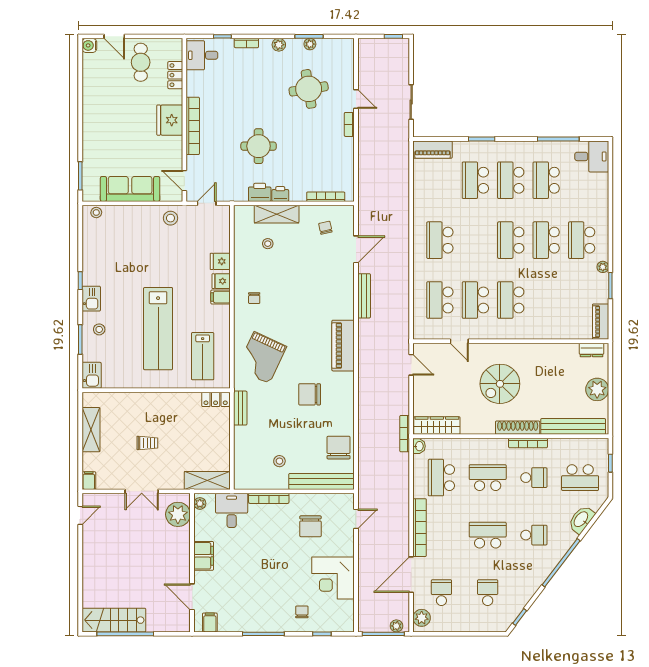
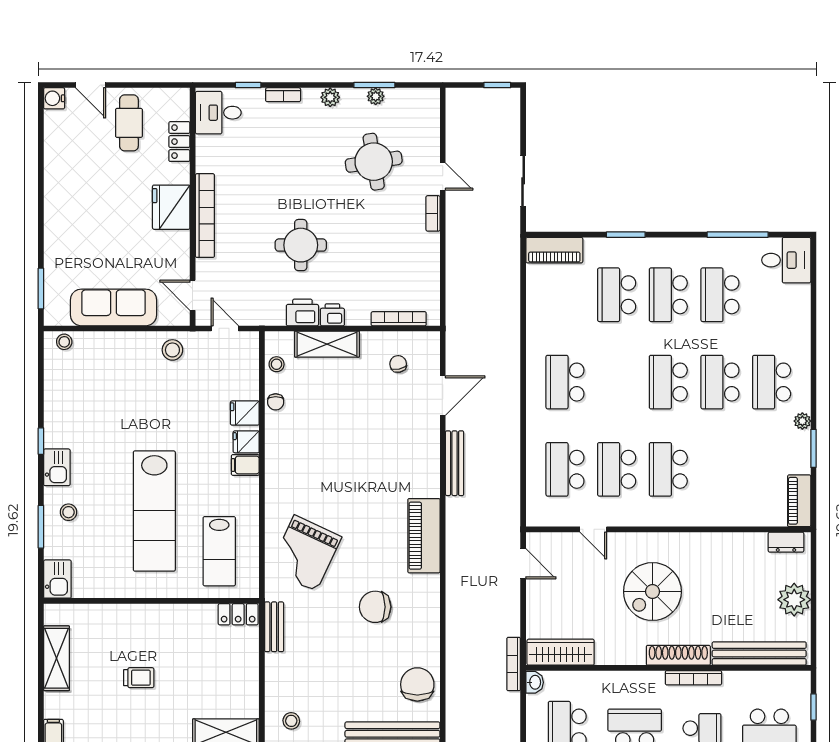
door: (207, 203) -> (225, 328), hinge flipped
stool: (268, 244) -> (277, 364), moved
chair: (254, 298) -> (276, 402), moved
stool: (279, 461) -> (291, 721), moved

